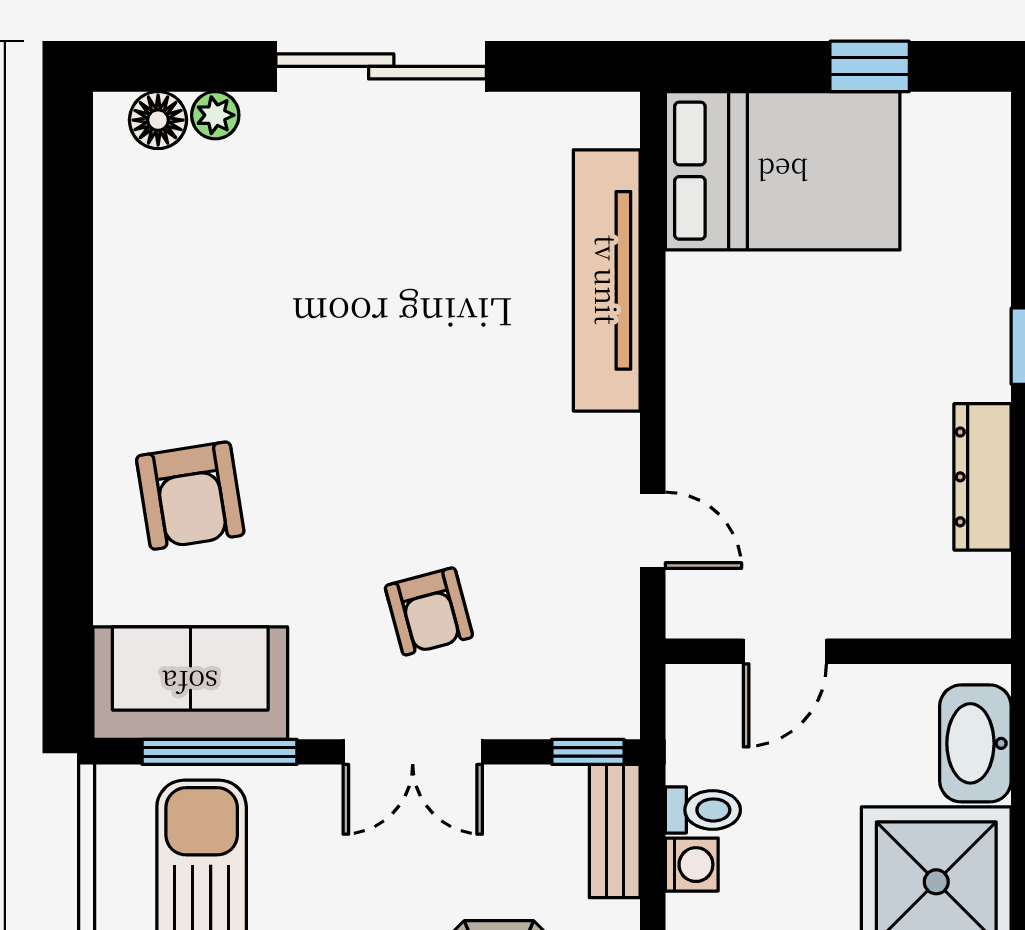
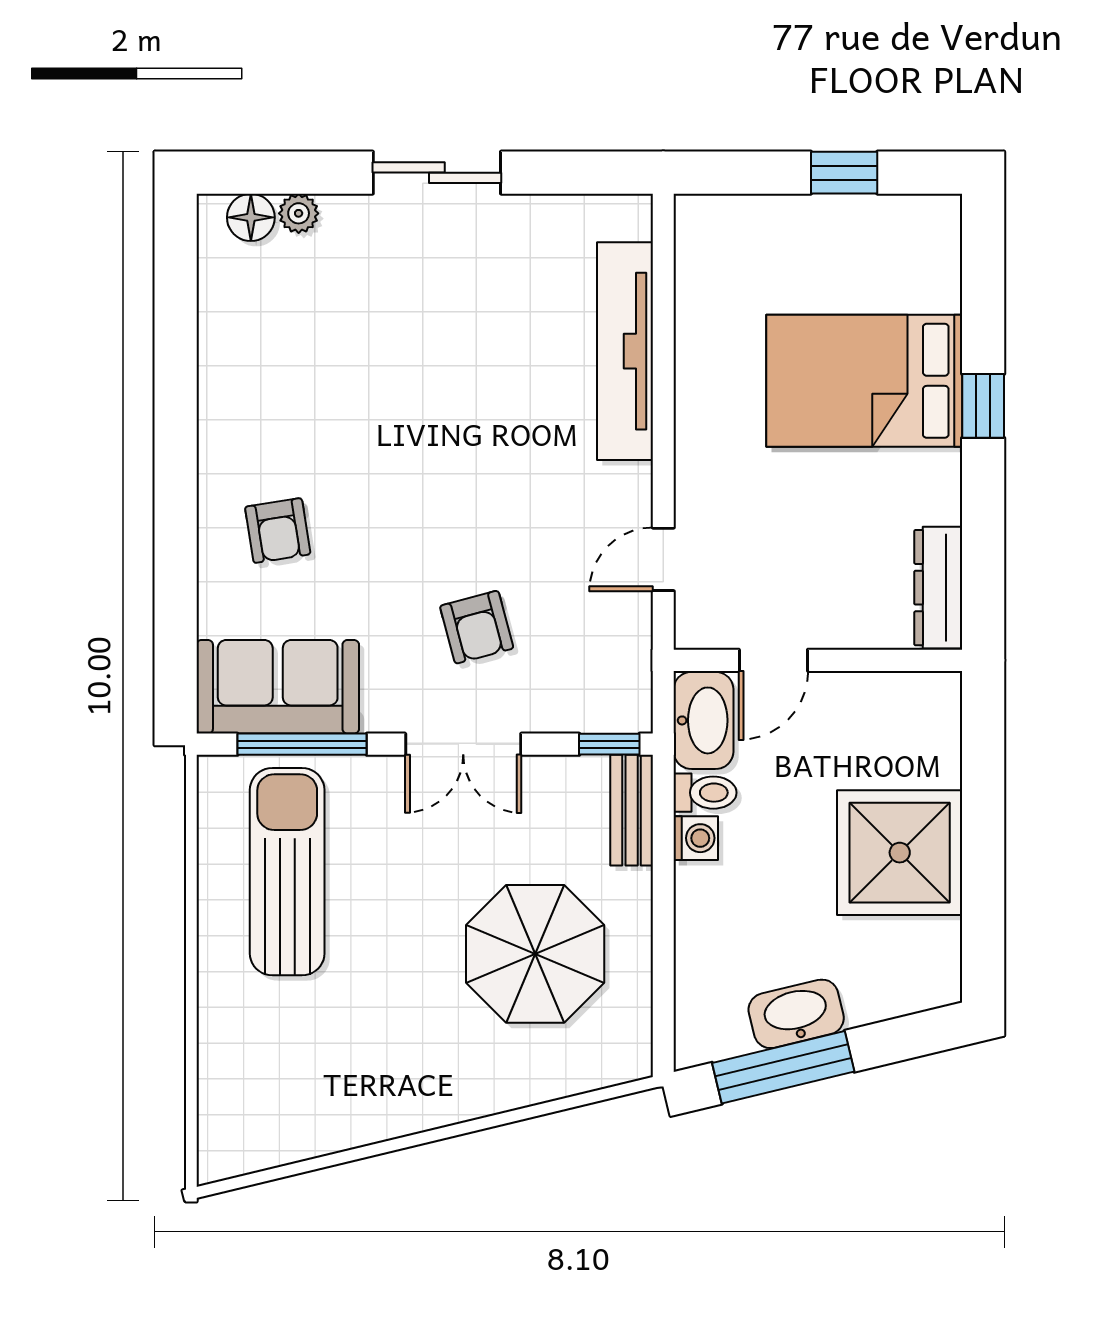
sliding door: (381, 66) -> (437, 173), width x0.73
bed: (783, 171) -> (864, 381), moved, turned 180
dresser: (983, 477) -> (938, 588), moved
armchair: (190, 496) -> (278, 531), width x0.72, depth x0.72
door: (653, 530) -> (663, 559), swing flipped
washbasin: (975, 743) -> (704, 720), moved, turned 180

